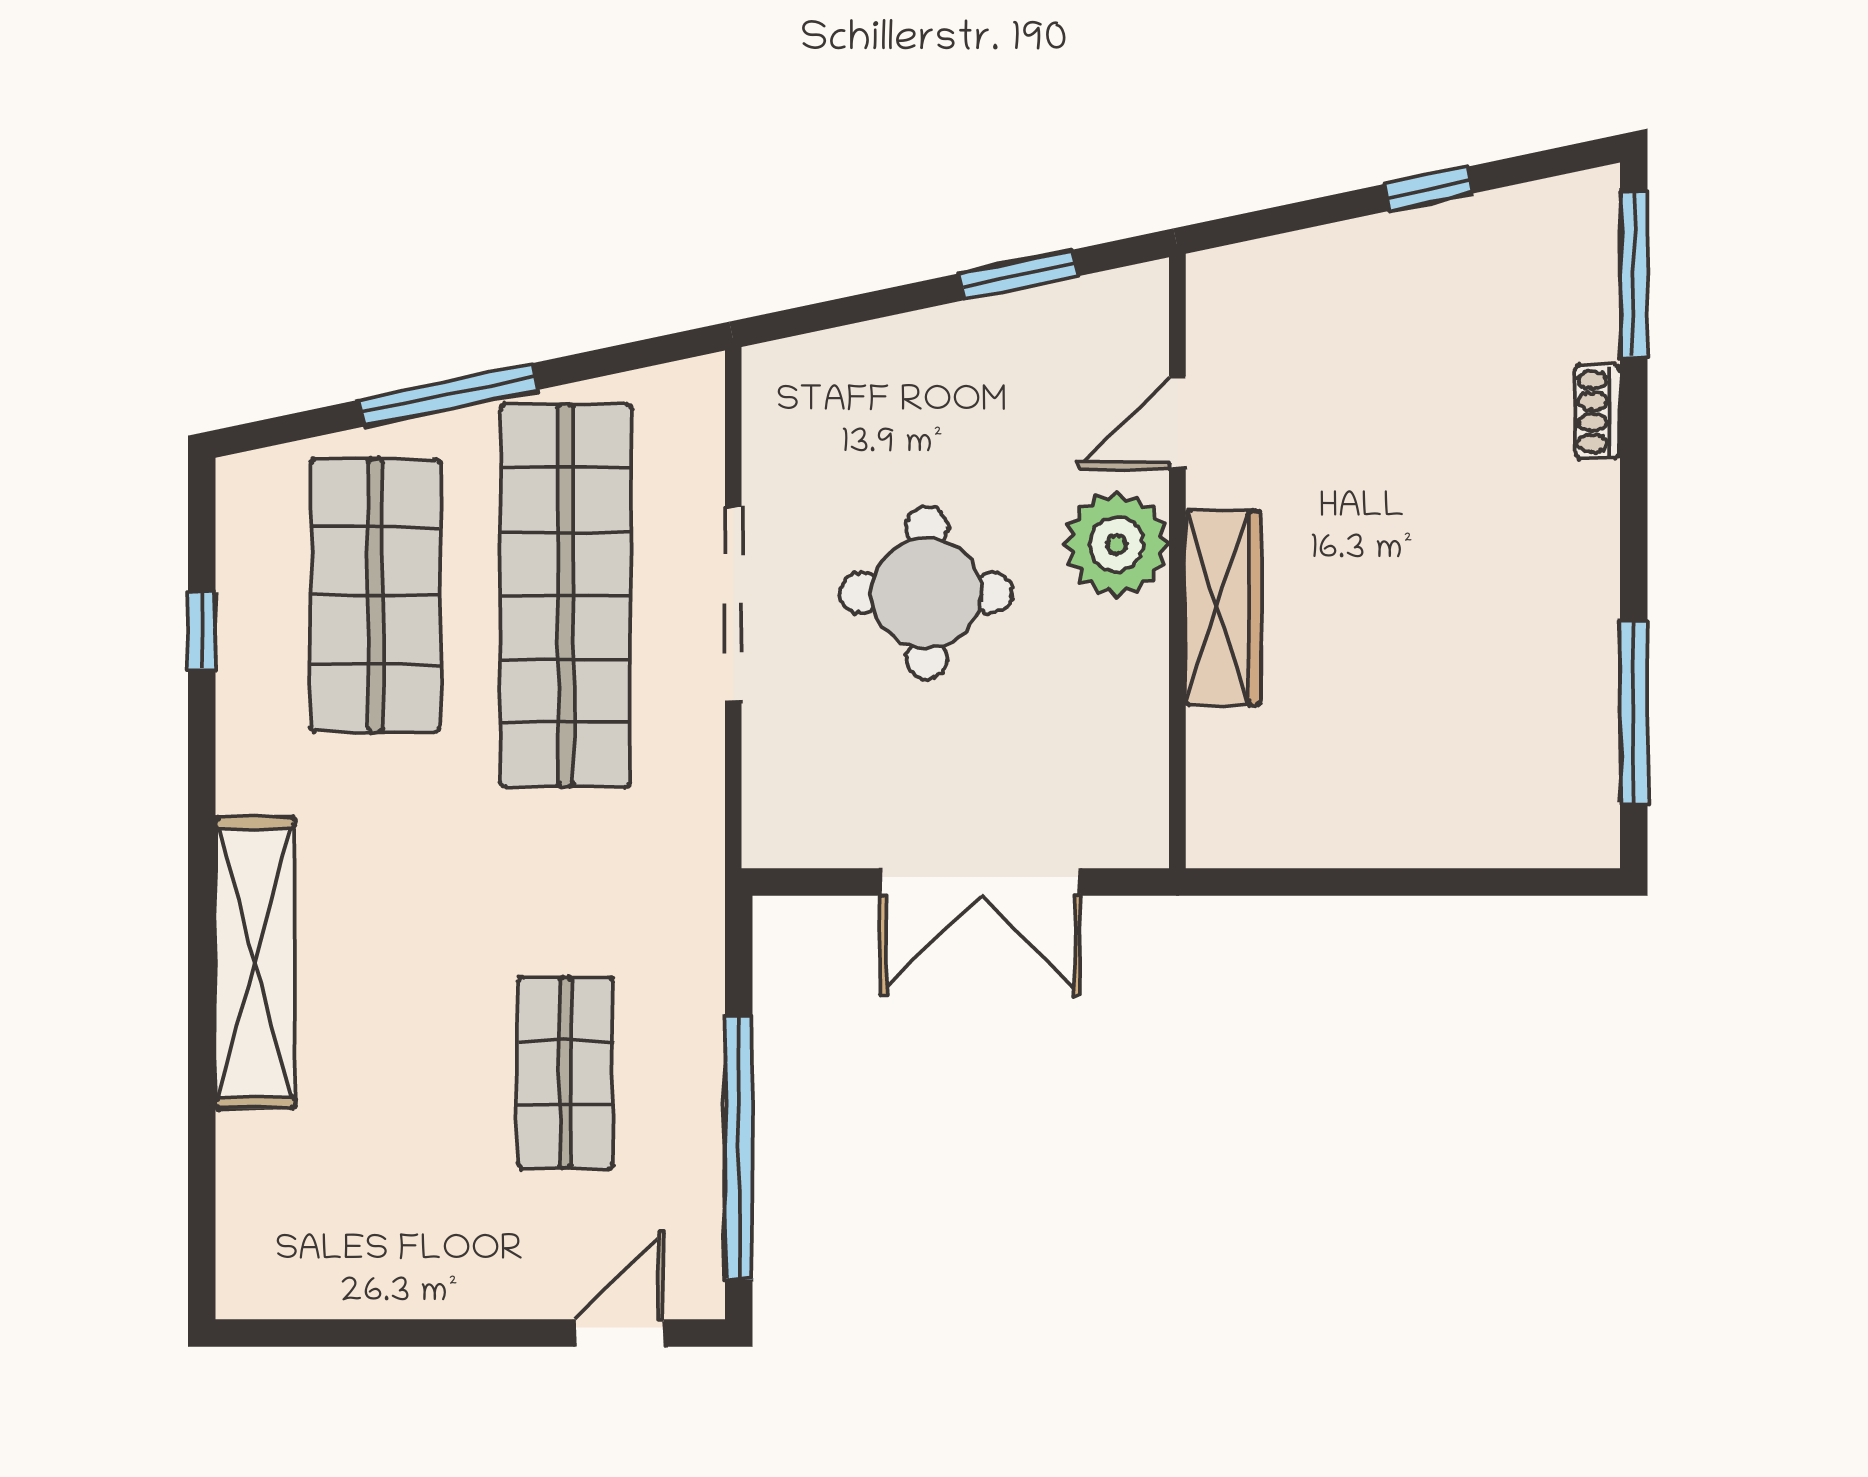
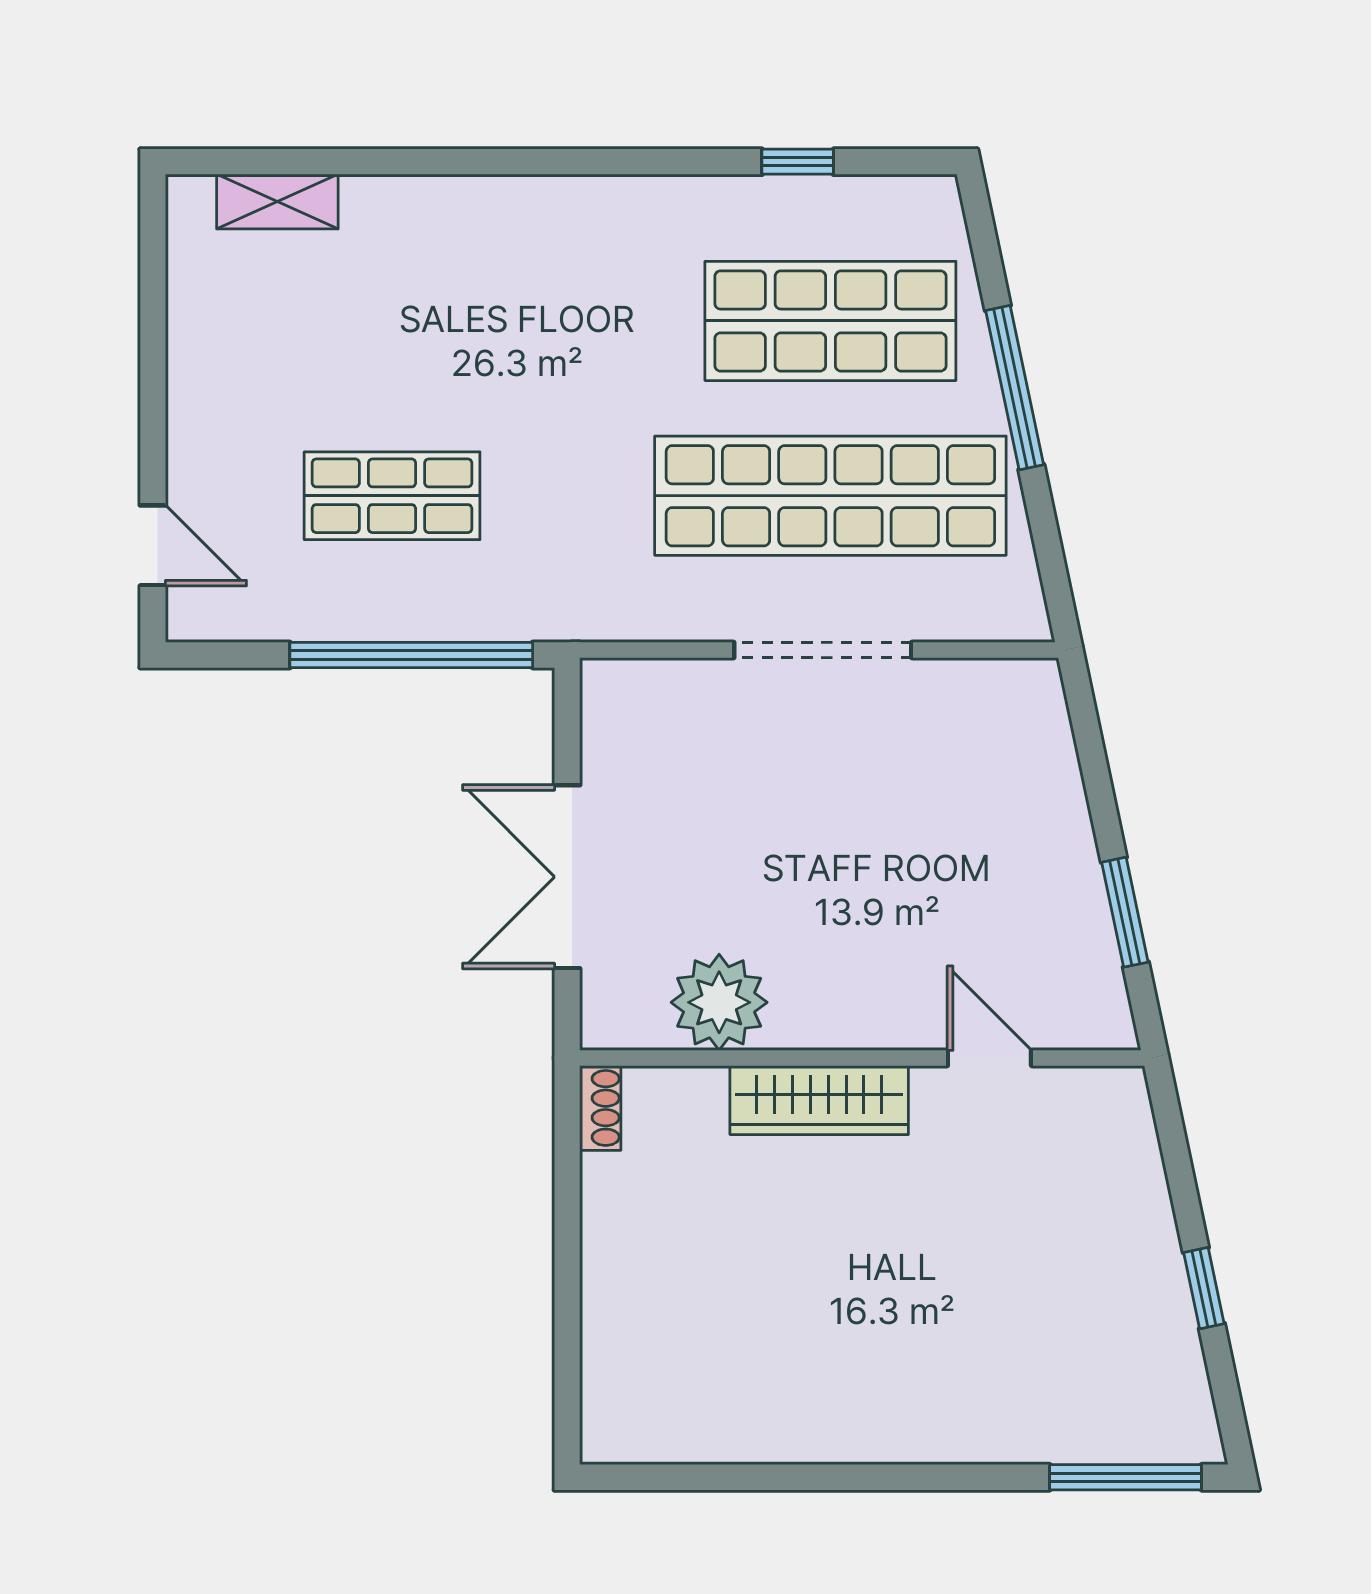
shoe rack: (1598, 412) -> (600, 1108), moved, turned 90
plant: (1117, 544) -> (719, 1002), moved
round table: (927, 593) -> (833, 828), removed
window: (1634, 712) -> (723, 1477), removed
shelving: (255, 963) -> (277, 202), moved, width x0.45, depth x0.75
window: (739, 1147) -> (411, 655), moved

